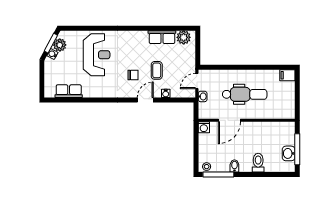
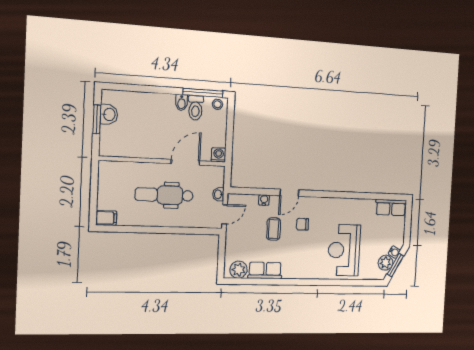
row of seats: (69, 91) -> (391, 207), moved
window: (297, 149) -> (97, 119), width x0.69
toilet: (258, 163) -> (196, 108), moved

